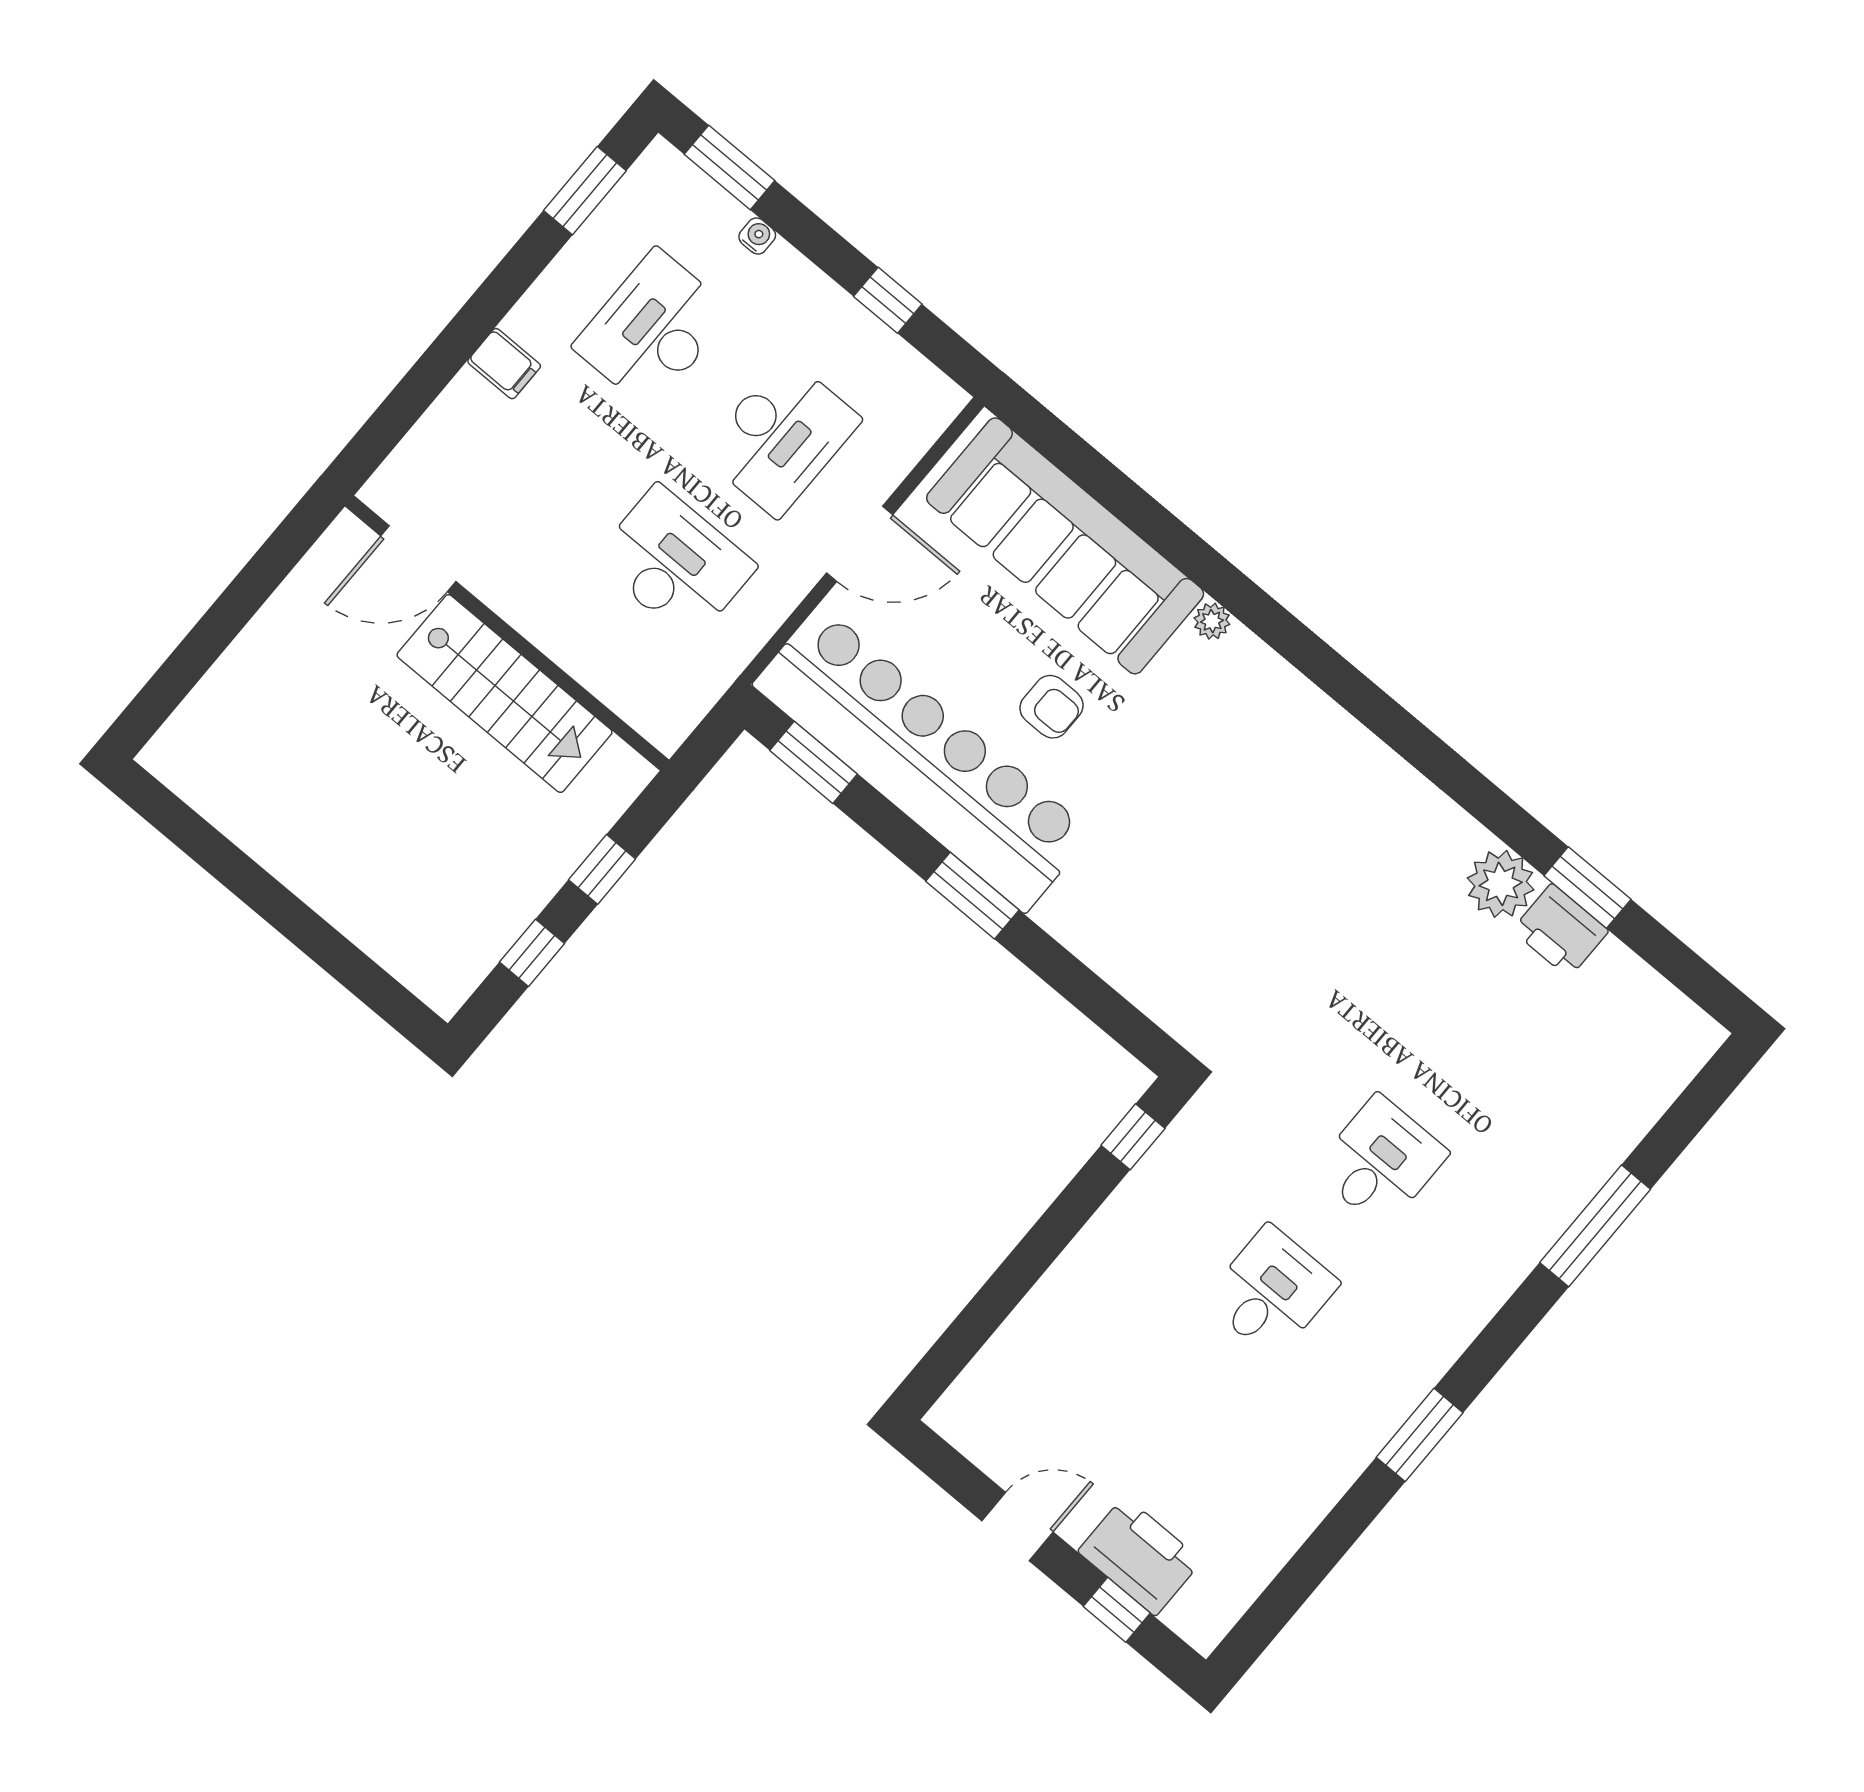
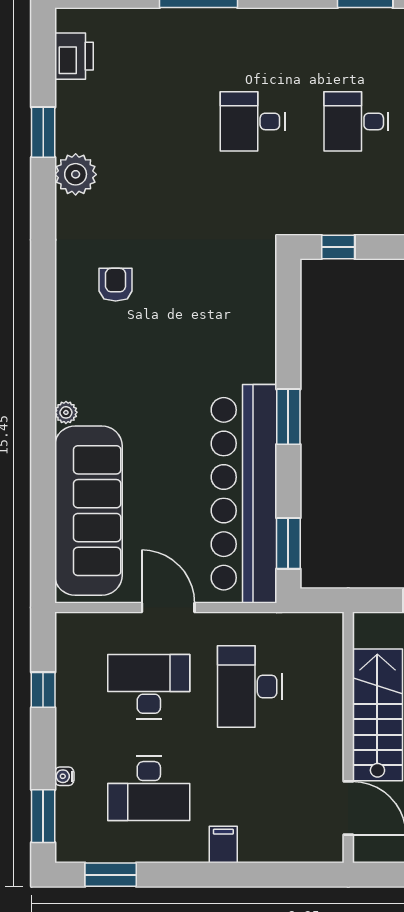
armchair: (1052, 707) -> (116, 285), moved
printer: (1560, 931) -> (74, 56), moved

